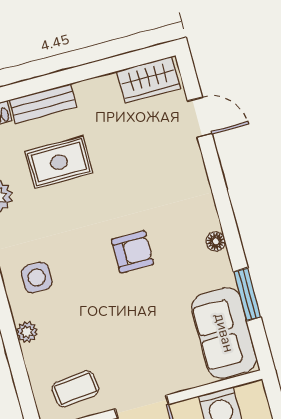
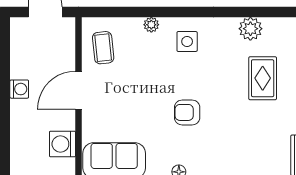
armchair: (133, 252) -> (187, 112), turned 90

